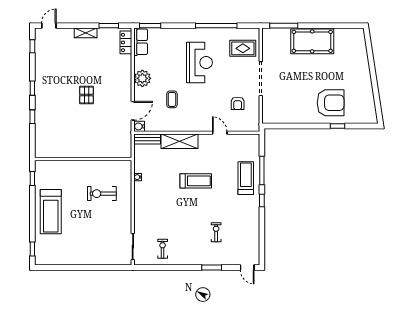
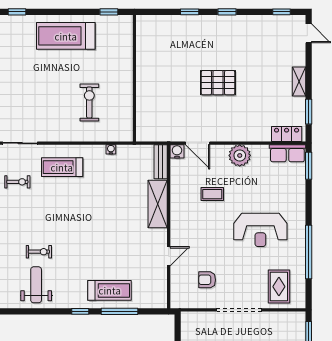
pallet: (87, 95) -> (218, 83), width x1.50, depth x1.42
treadmill: (196, 181) -> (62, 167), moved, turned 90
weight bench: (241, 234) -> (36, 285), added

